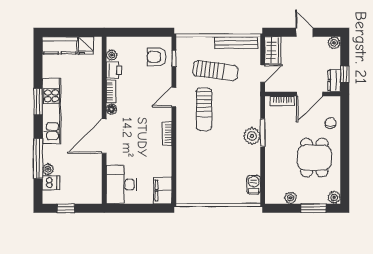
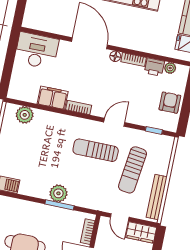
armchair: (157, 57) -> (170, 103), moved
door: (174, 97) -> (114, 122), hinge flipped
plant: (184, 183) -> (25, 115), added
filing cabinet: (163, 190) -> (53, 98), moved

